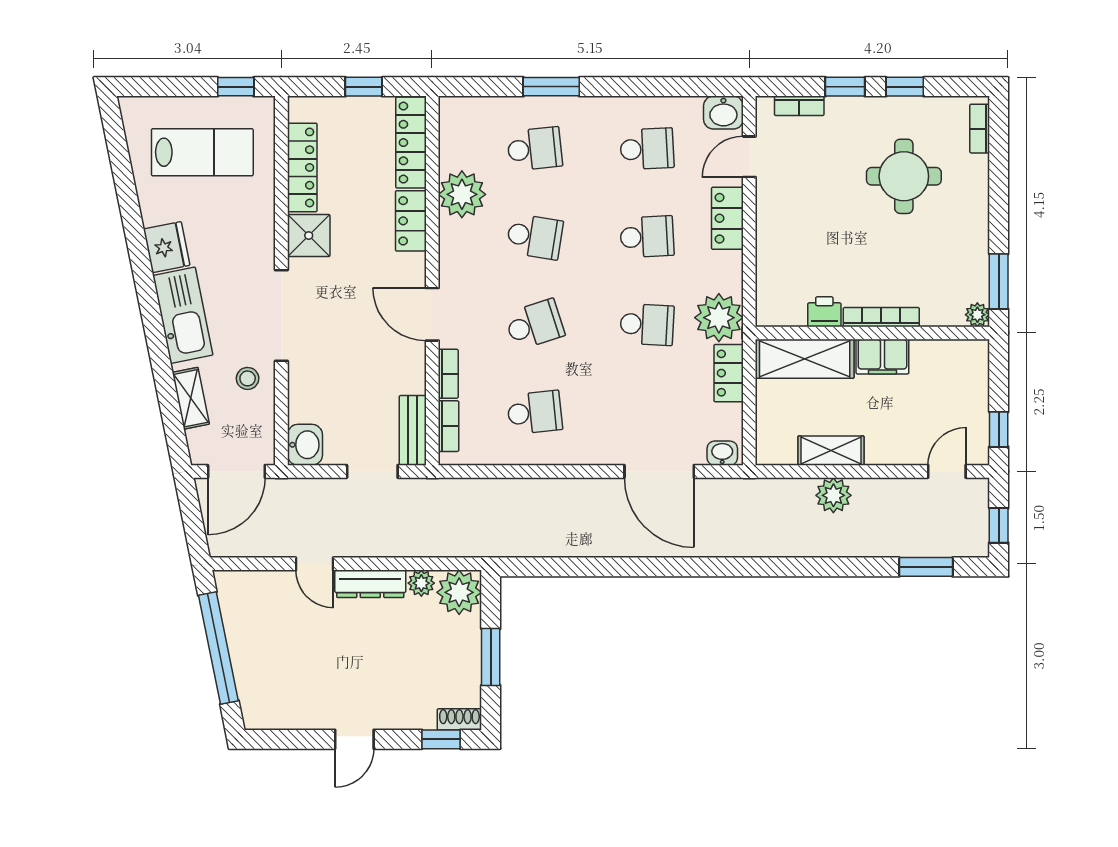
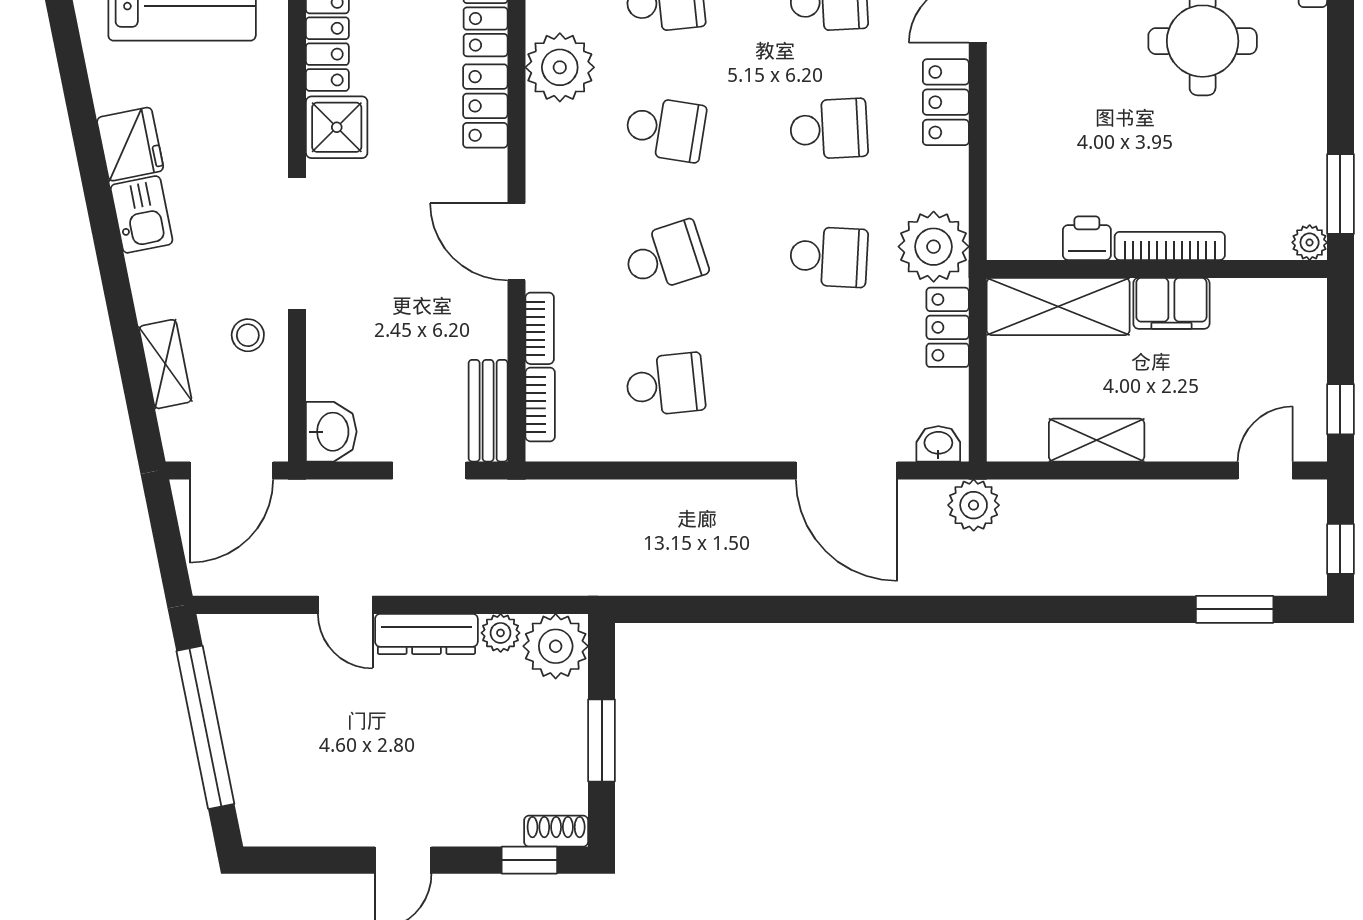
kitchen sink: (183, 315) -> (142, 214), width x0.53, depth x0.81
plant: (833, 495) -> (974, 505), moved

